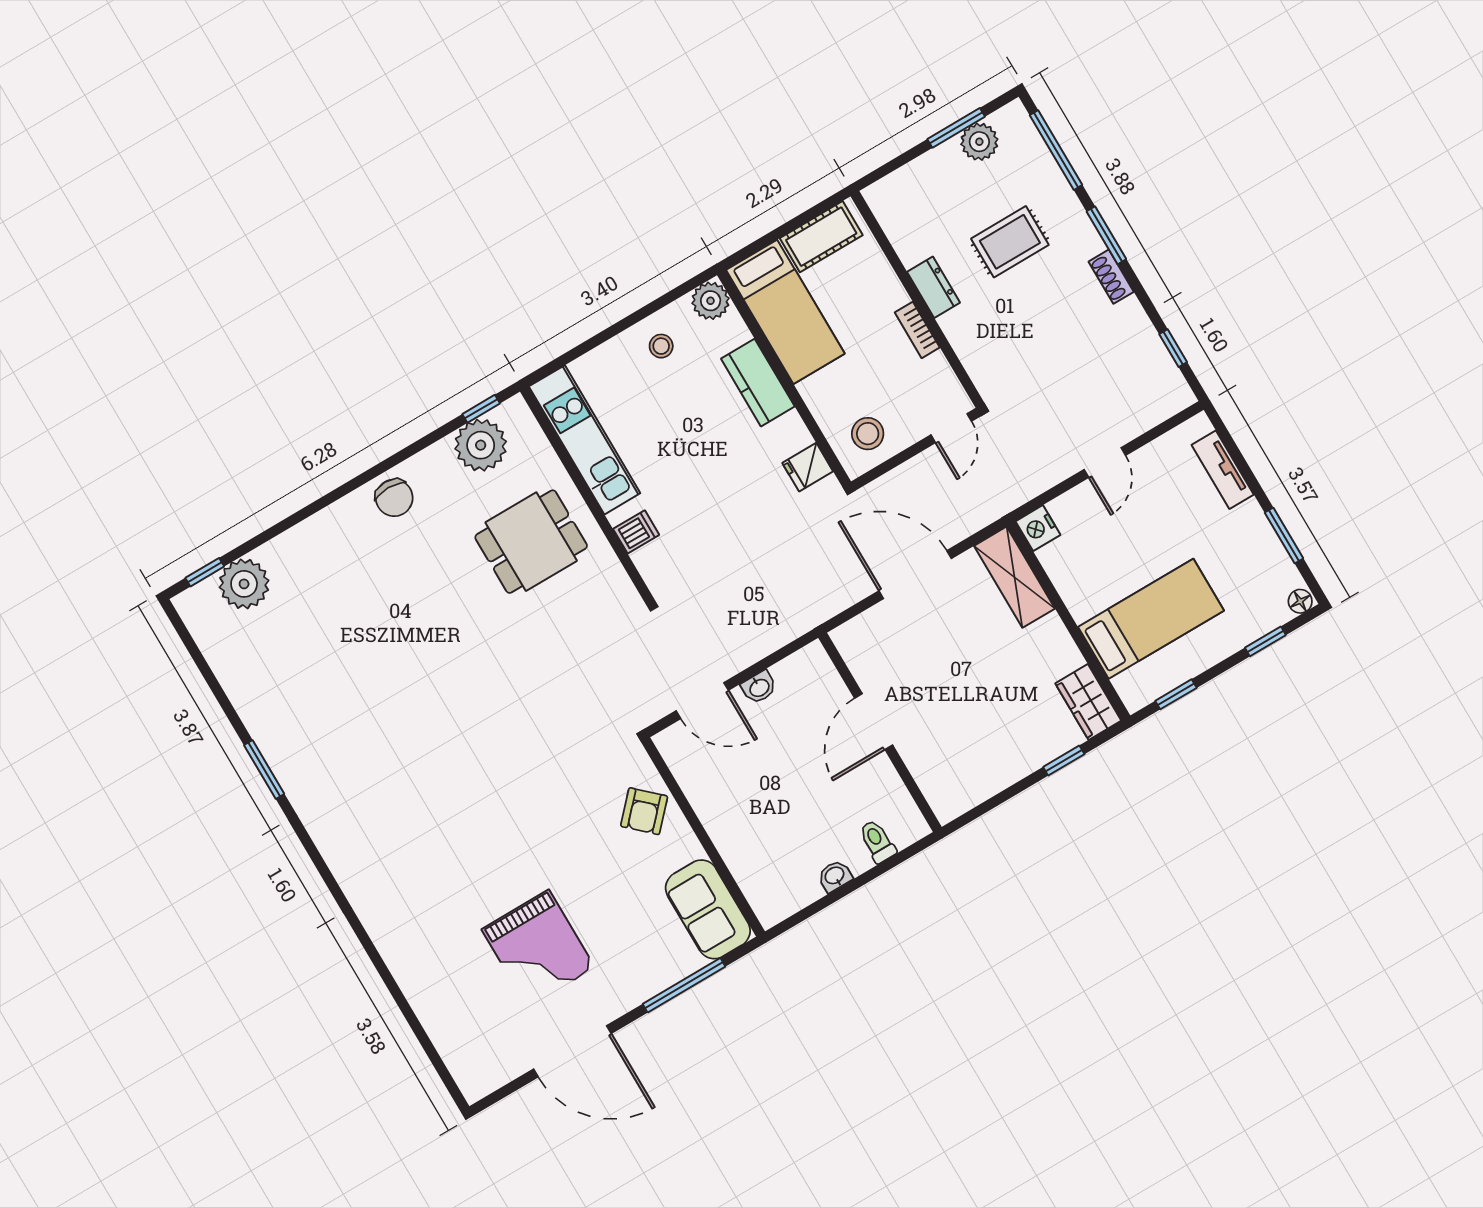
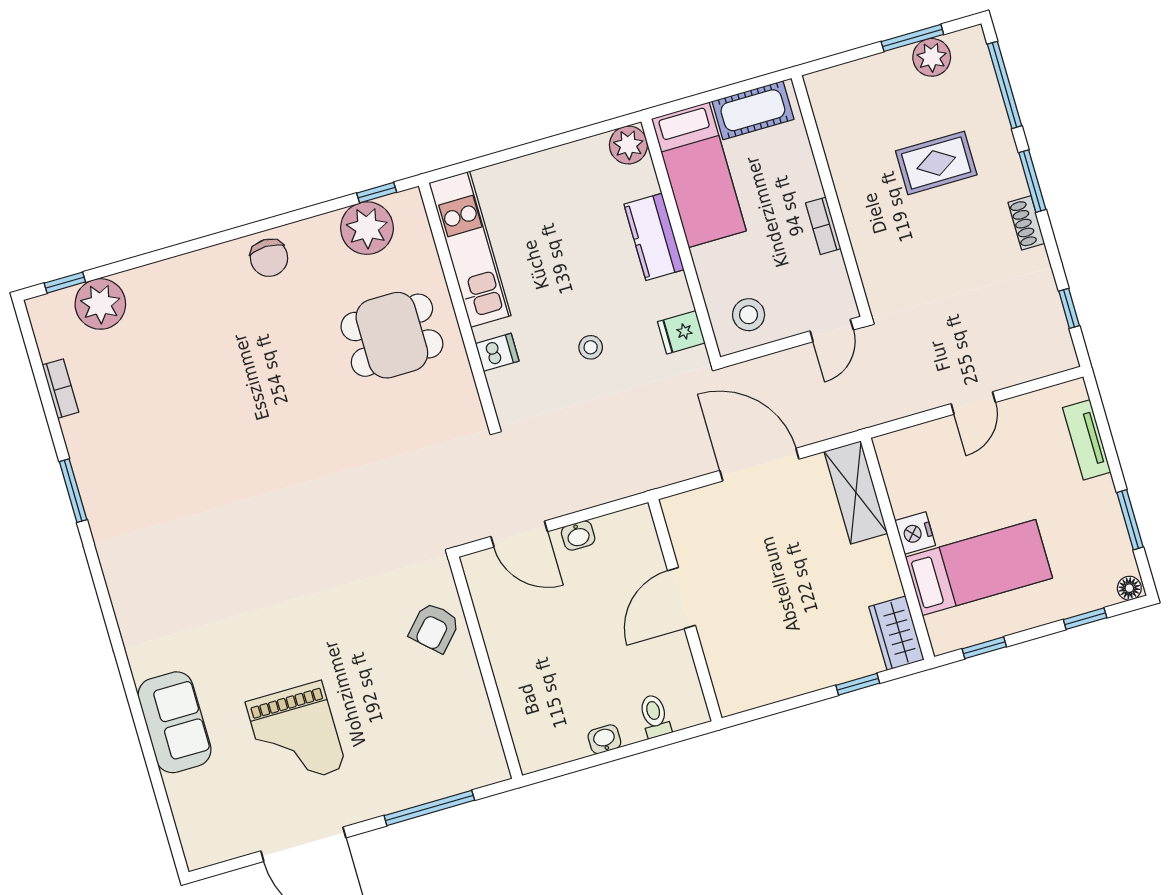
dresser: (934, 287) -> (850, 188), removed
stool: (661, 346) -> (591, 347), moved
nightstand: (1038, 528) -> (915, 533), moved
bookcase: (227, 675) -> (61, 389), added
sofa: (708, 909) -> (174, 722), moved, turned 180

